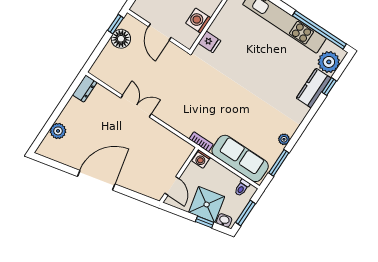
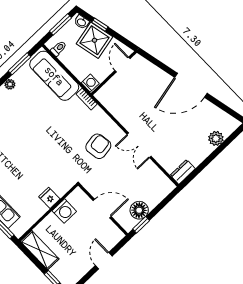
door: (160, 32) -> (102, 208), hinge flipped
fridge: (209, 42) -> (49, 198), moved
armchair: (178, 96) -> (98, 146), added

